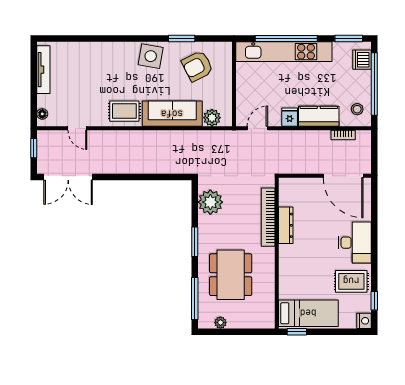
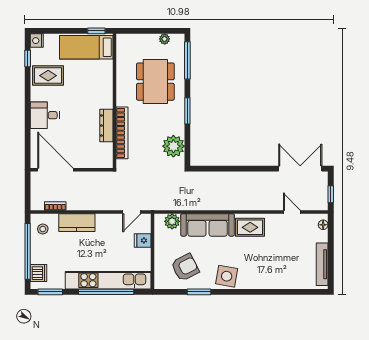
fridge: (290, 117) -> (143, 240), moved, turned 90
desk: (355, 243) -> (45, 115), width x0.73

